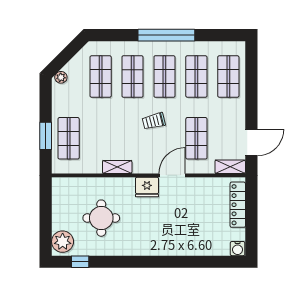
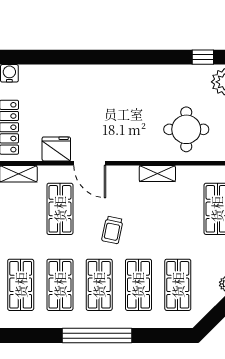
trolley: (154, 121) -> (112, 230), turned 116
door: (172, 175) -> (90, 163), hinge flipped
fridge: (147, 187) -> (56, 149), moved
round table: (101, 218) -> (186, 129), moved

